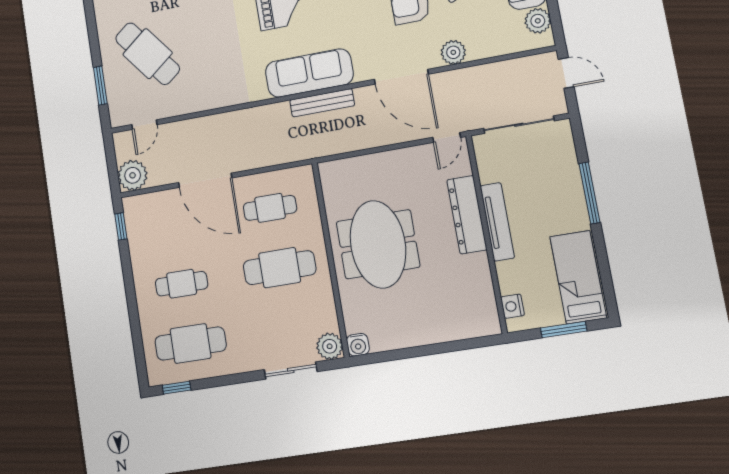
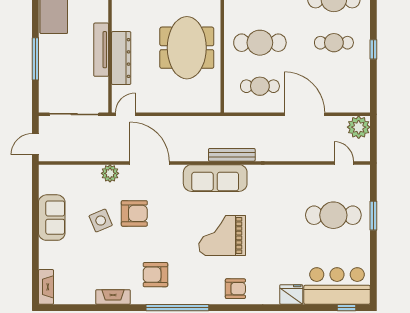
plant: (538, 21) -> (48, 184), removed
cafe table: (148, 54) -> (333, 215), turned -52
door: (566, 73) -> (35, 144), hinge flipped
window: (100, 86) -> (373, 216), moved
bench: (322, 103) -> (232, 155), moved
door: (144, 125) -> (344, 163), hinge flipped
window: (121, 226) -> (373, 49), moved

